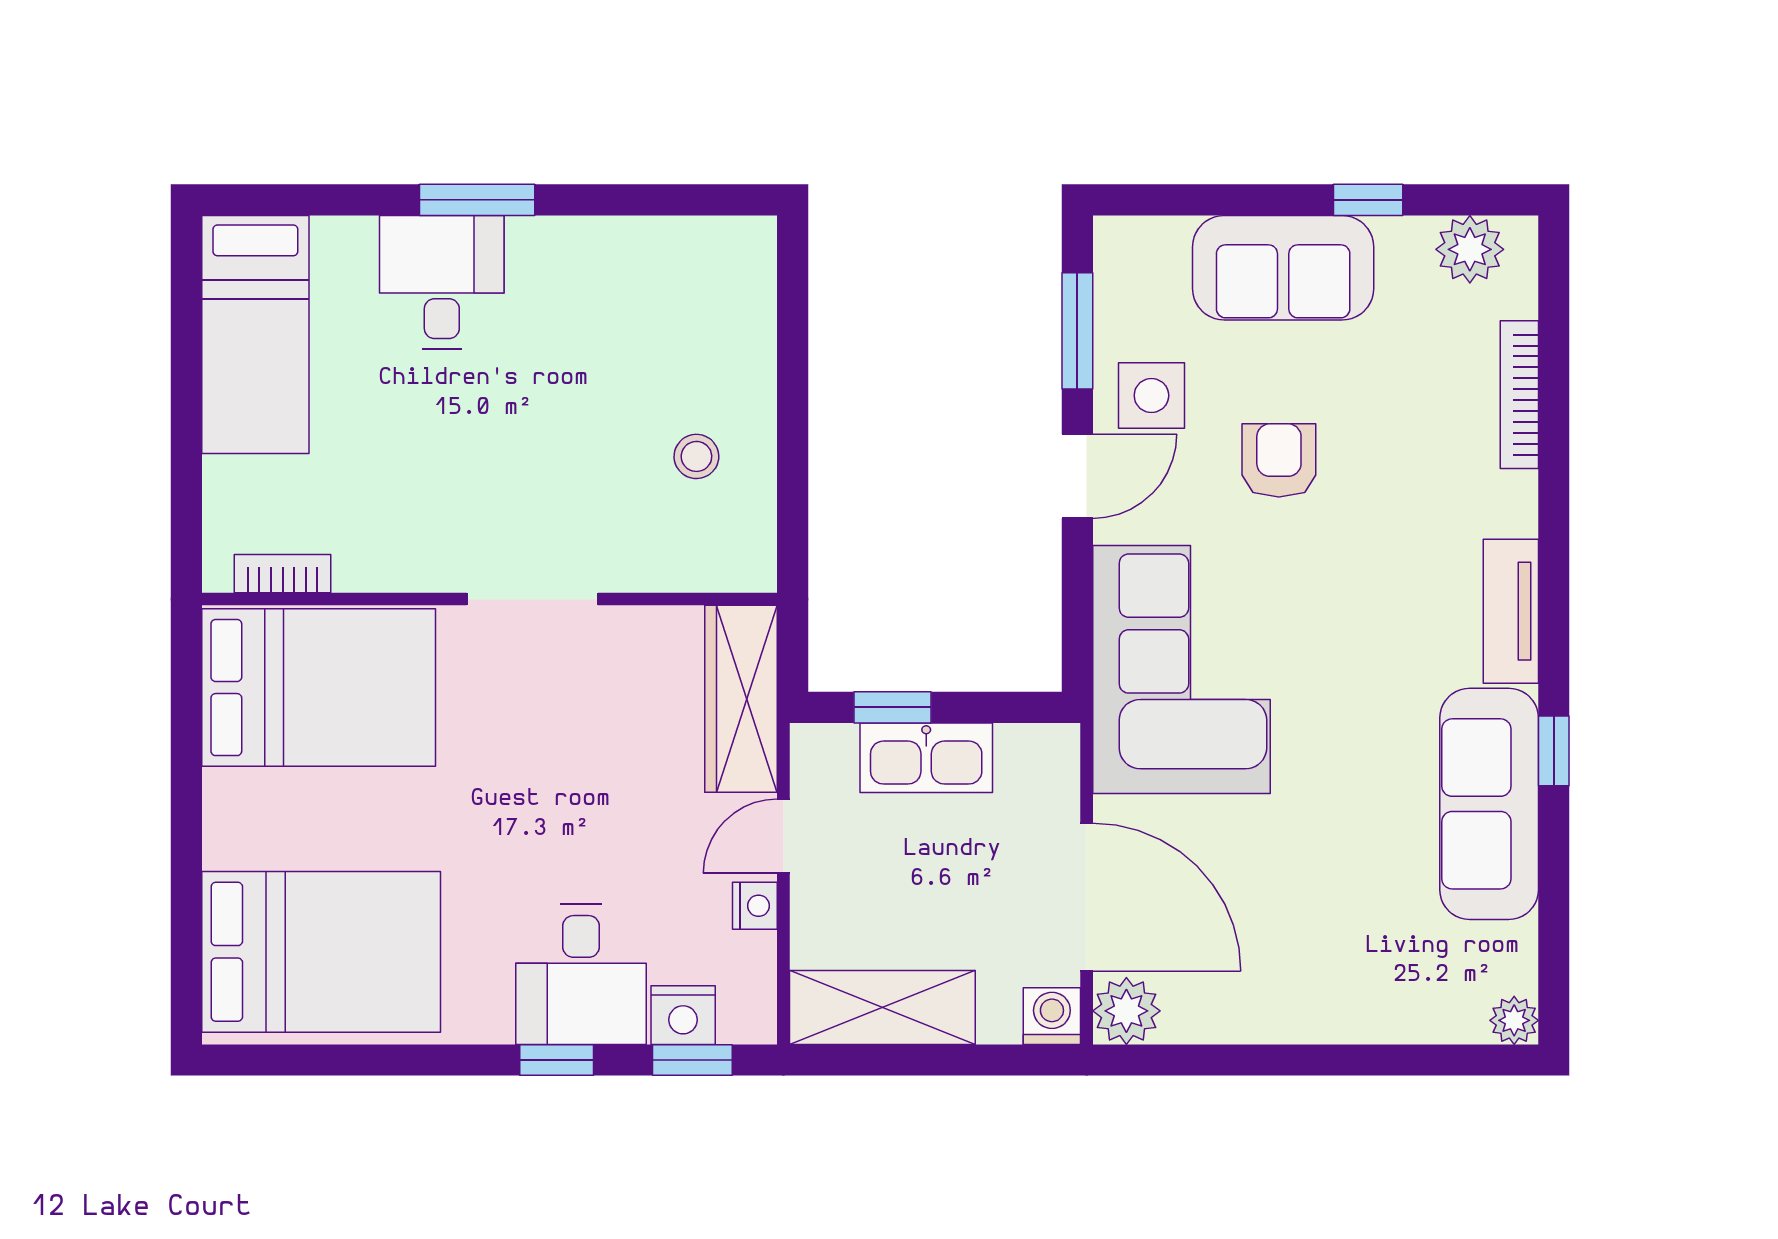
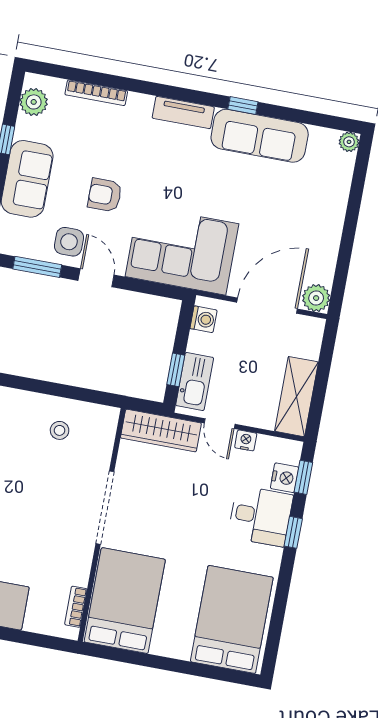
doorway: (532, 599) -> (105, 508), width x1.36
kitchen sink: (926, 758) -> (195, 382), moved
washing machine: (1052, 1016) -> (203, 319), moved, turned 180

